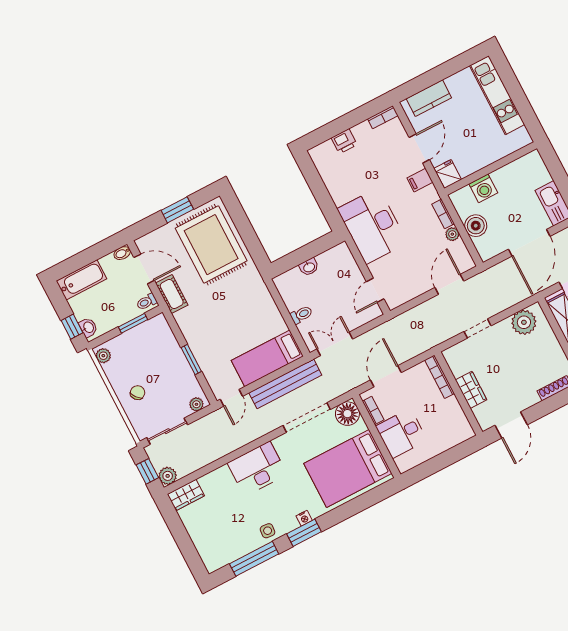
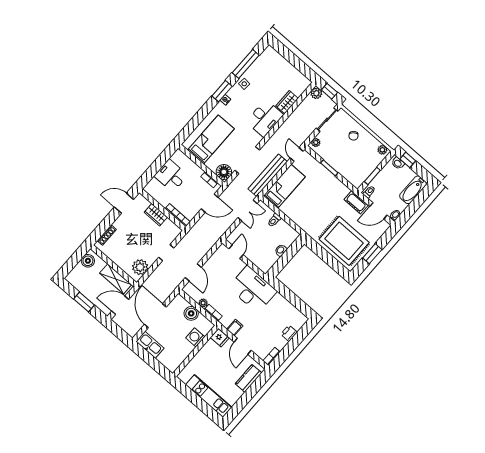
door: (386, 376) -> (210, 203), hinge flipped
door: (511, 425) -> (124, 203), hinge flipped
desk: (401, 433) -> (171, 176), moved, turned -90
bed: (348, 468) -> (211, 139), width x0.67
wardrobe: (186, 495) -> (287, 102), moved

